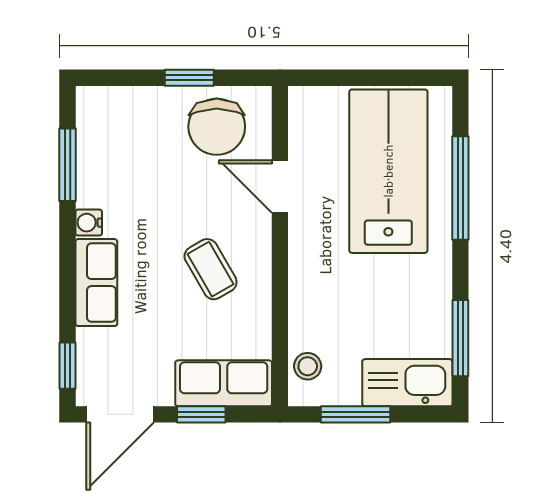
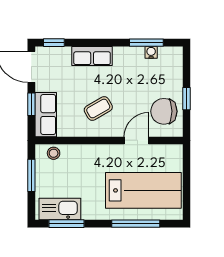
water cooler: (89, 223) -> (151, 52), moved
kitchen sink: (407, 383) -> (60, 209), moved, turned -90

